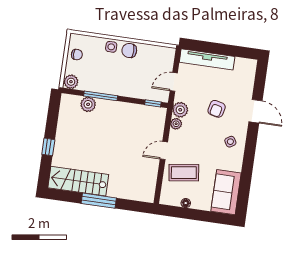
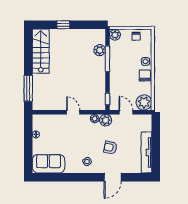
plant: (164, 57) -> (144, 102), added
tv unit: (207, 59) -> (146, 152), moved
coffee table: (184, 173) -> (59, 130), removed
window: (99, 201) -> (28, 88), moved

